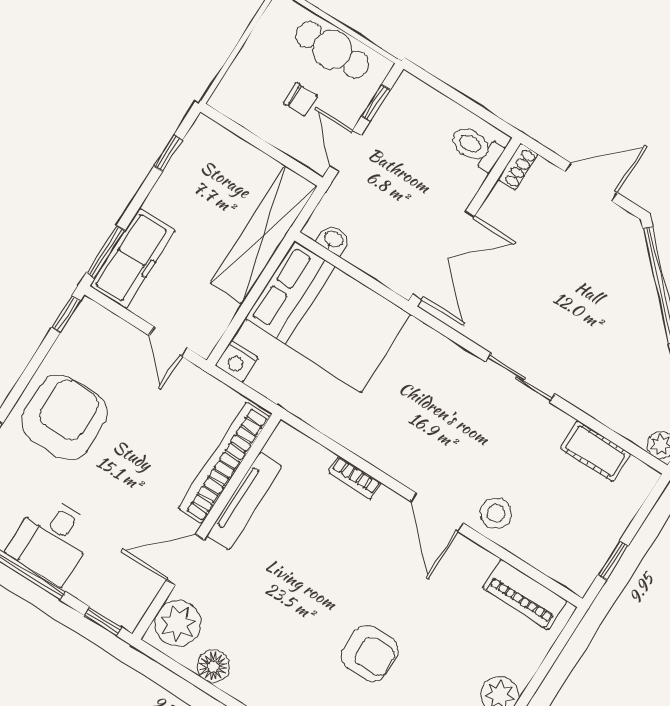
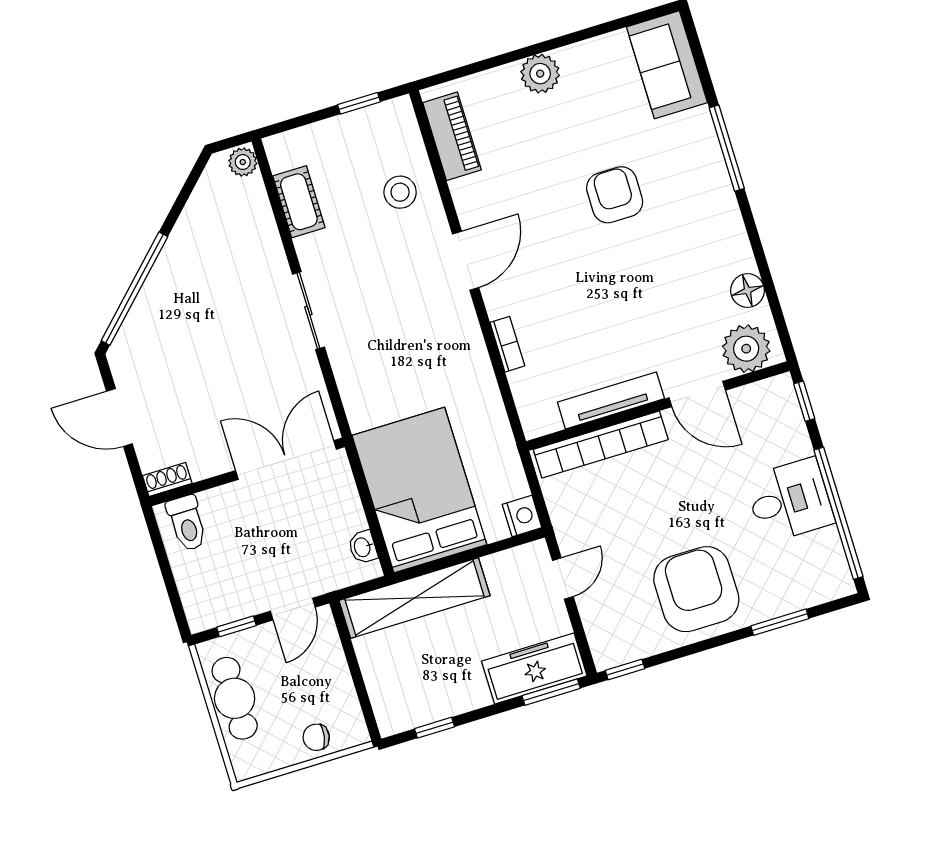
chair: (300, 100) -> (316, 737), moved, turned -80
armchair: (64, 417) -> (696, 589), turned 90
stool: (496, 513) -> (400, 192), moved

